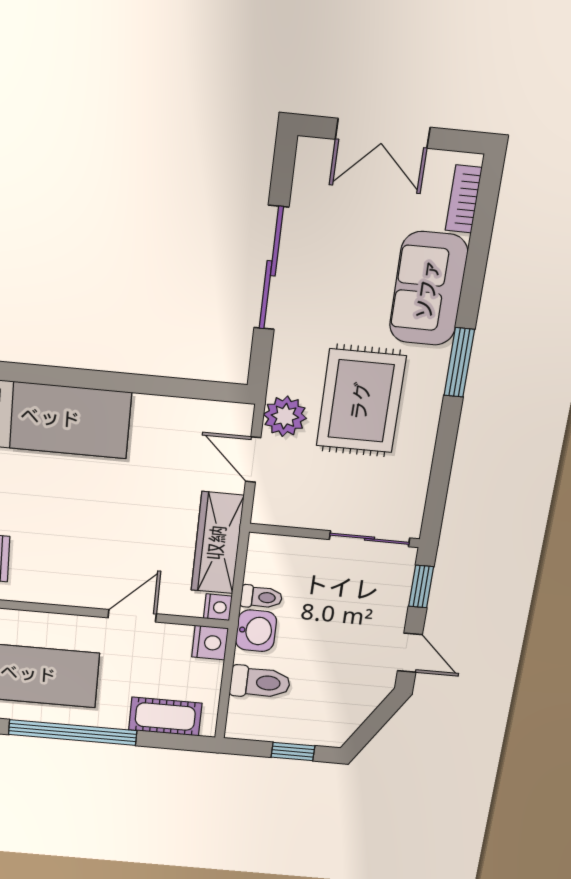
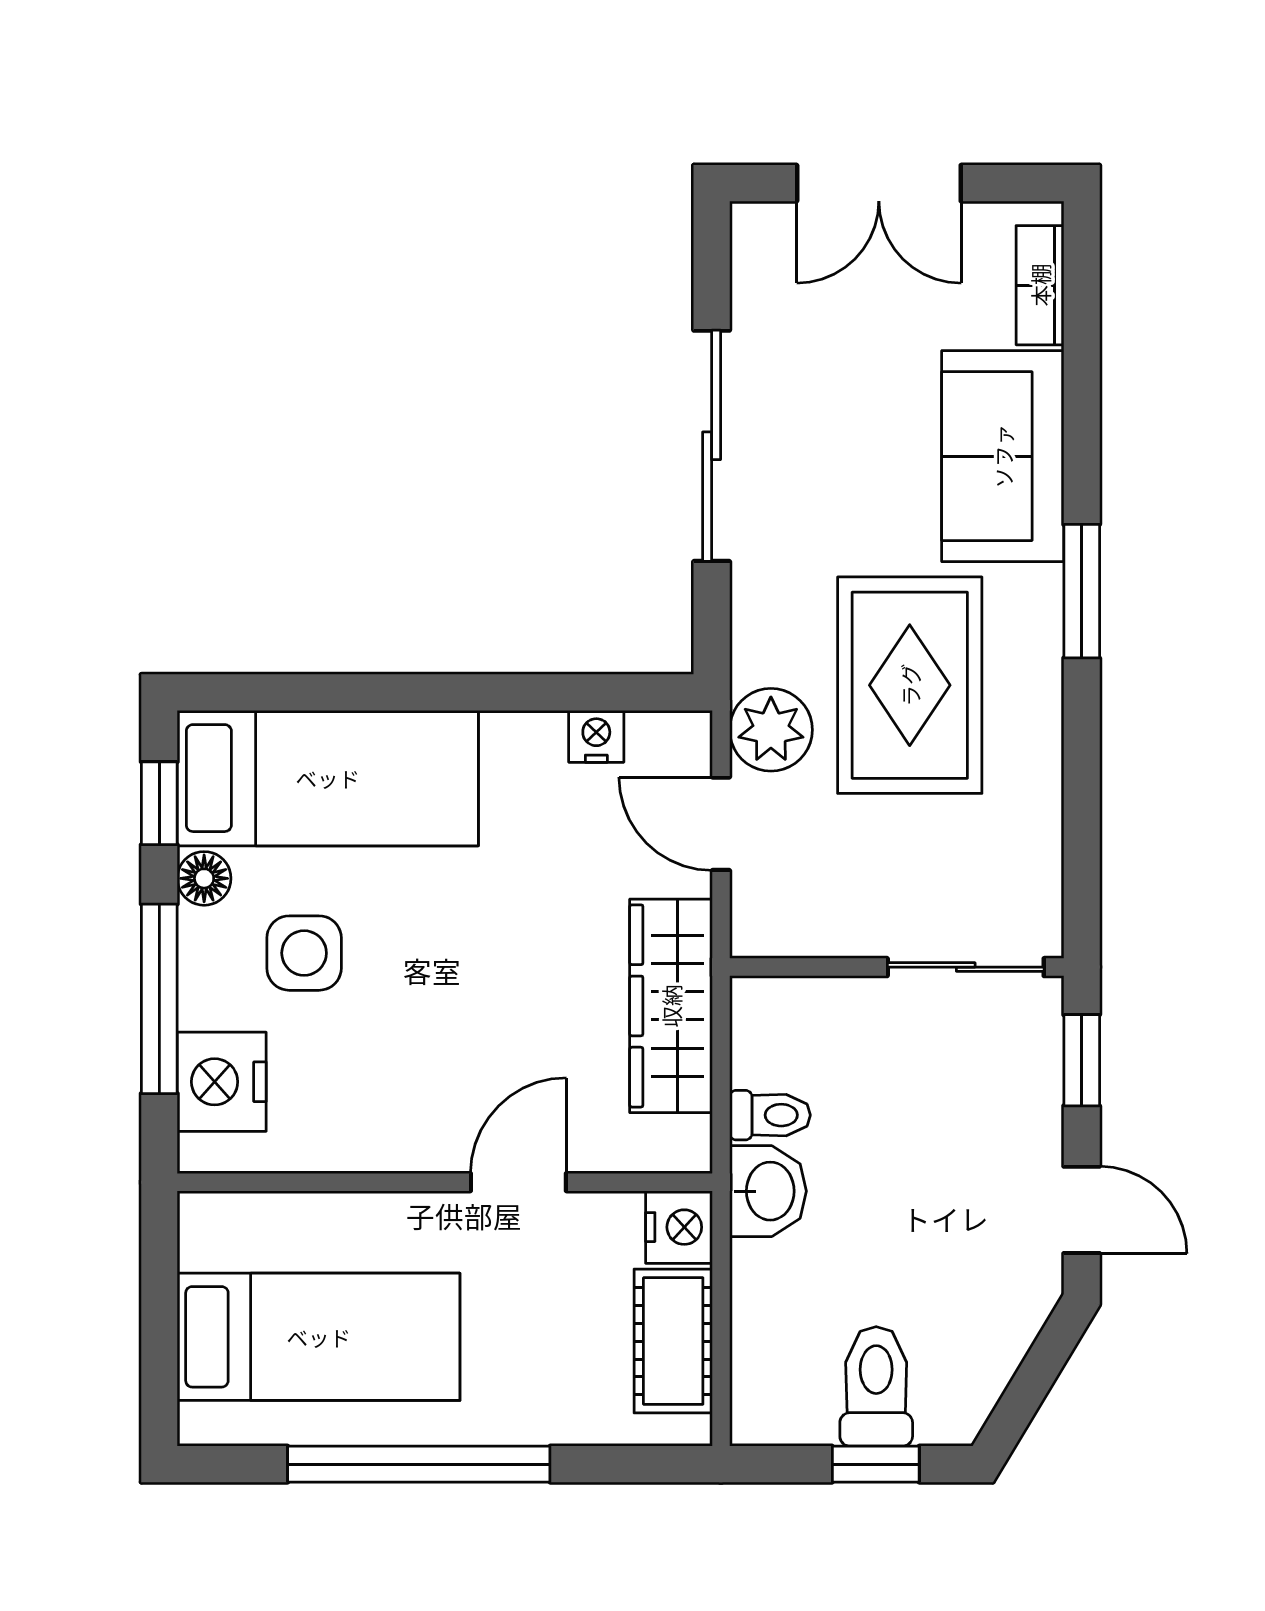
side table: (32, 501) -> (304, 953), added
nightstand: (218, 607) -> (596, 736), moved, turned -90
toilet: (260, 682) -> (876, 1386), moved, turned -90
cot: (165, 717) -> (673, 1341), moved, turned 90

